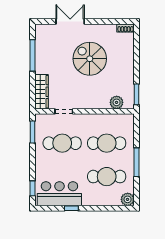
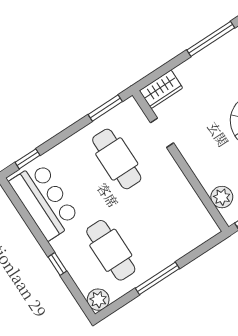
wardrobe: (41, 92) -> (161, 89), width x0.67
cafe table: (107, 143) -> (157, 220), removed
window: (71, 208) -> (57, 264), moved

